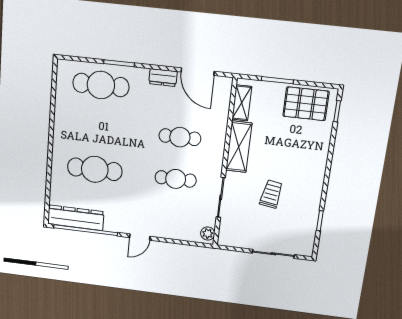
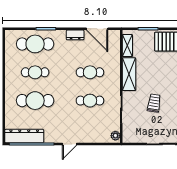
cafe table: (98, 128) -> (35, 72), added

